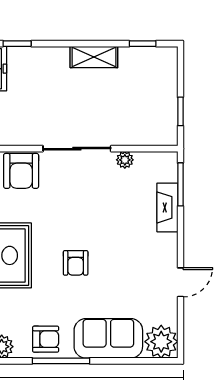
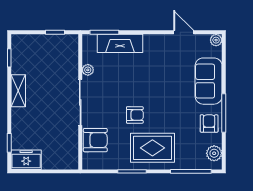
fireplace: (167, 207) -> (120, 43), width x1.37, depth x1.32
armchair: (76, 263) -> (135, 115), moved
door: (180, 282) -> (184, 32), moved
plant: (161, 342) -> (216, 40), width x0.53, depth x0.53

